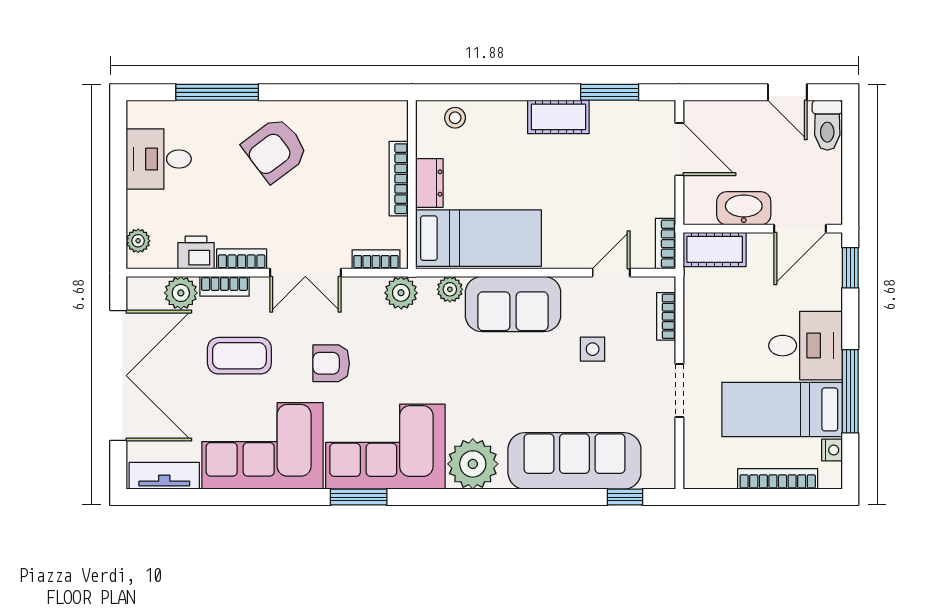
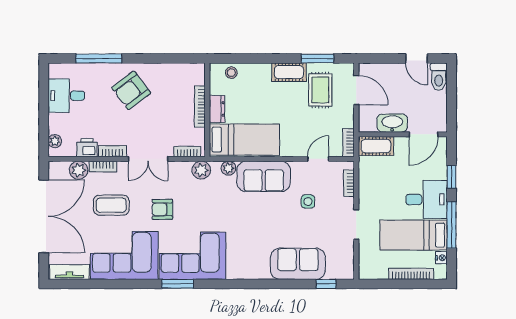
rug: (615, 149) -> (320, 90), added
window: (850, 268) -> (452, 177), moved
sofa: (574, 461) -> (298, 264), width x0.73
plant: (473, 464) -> (241, 265), removed

